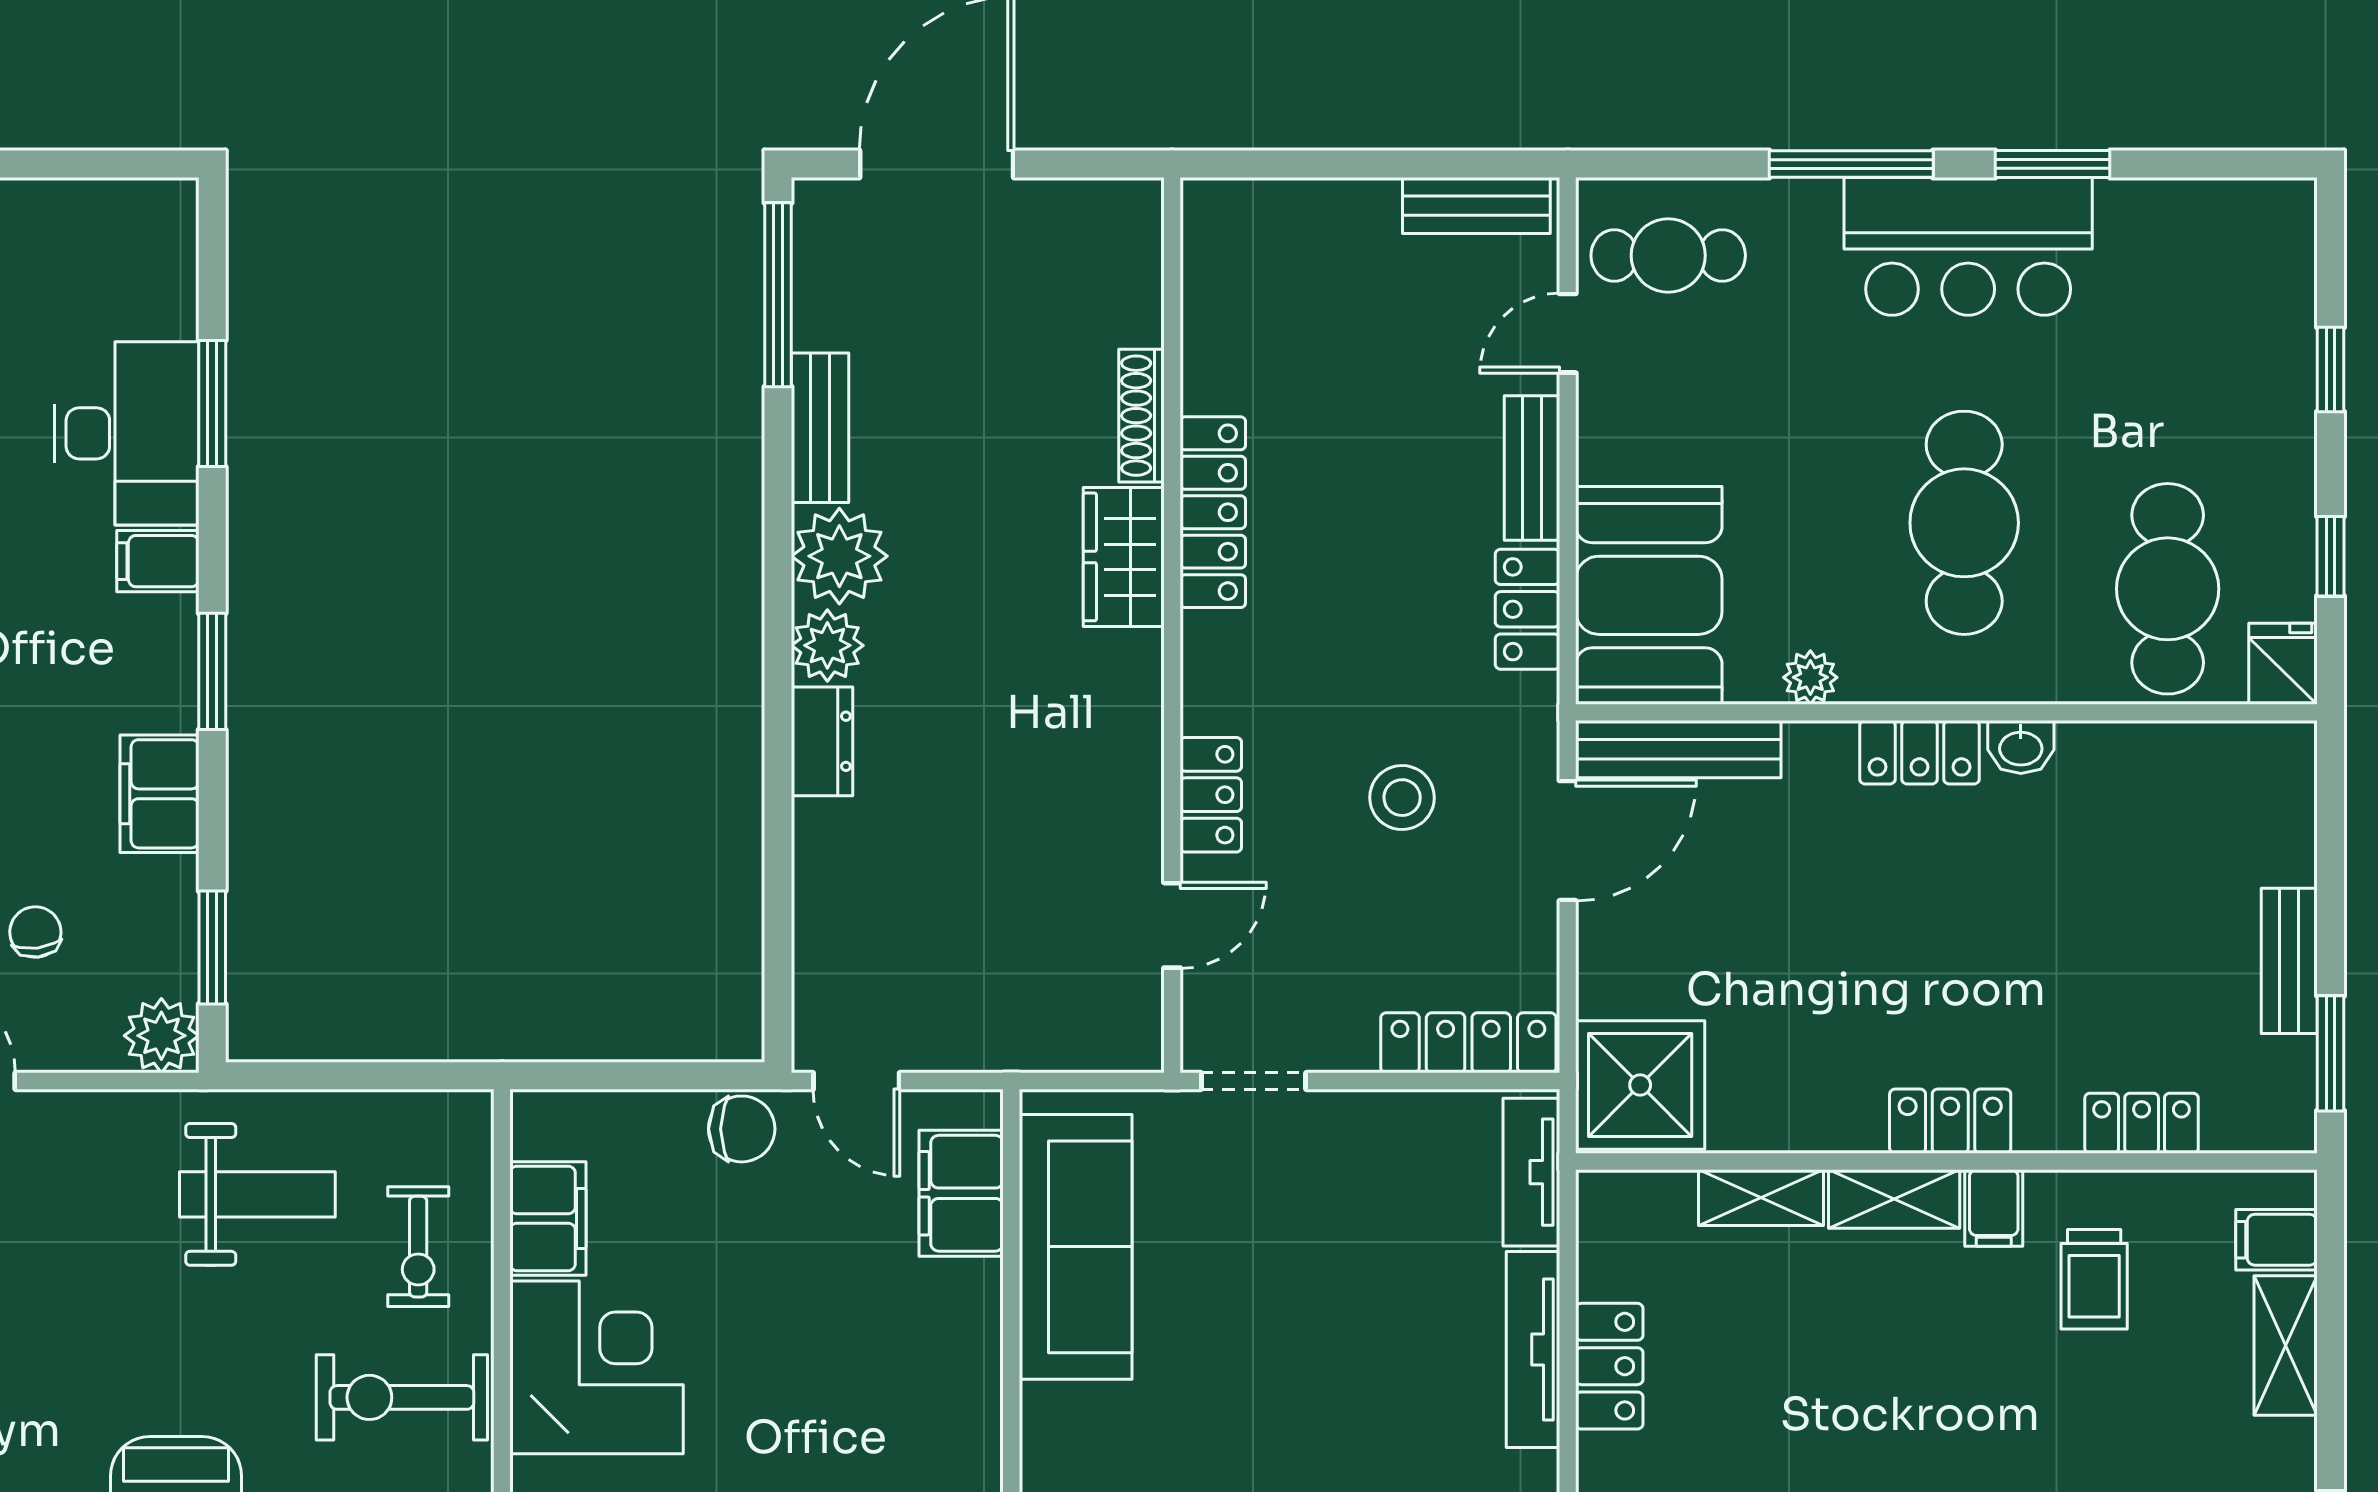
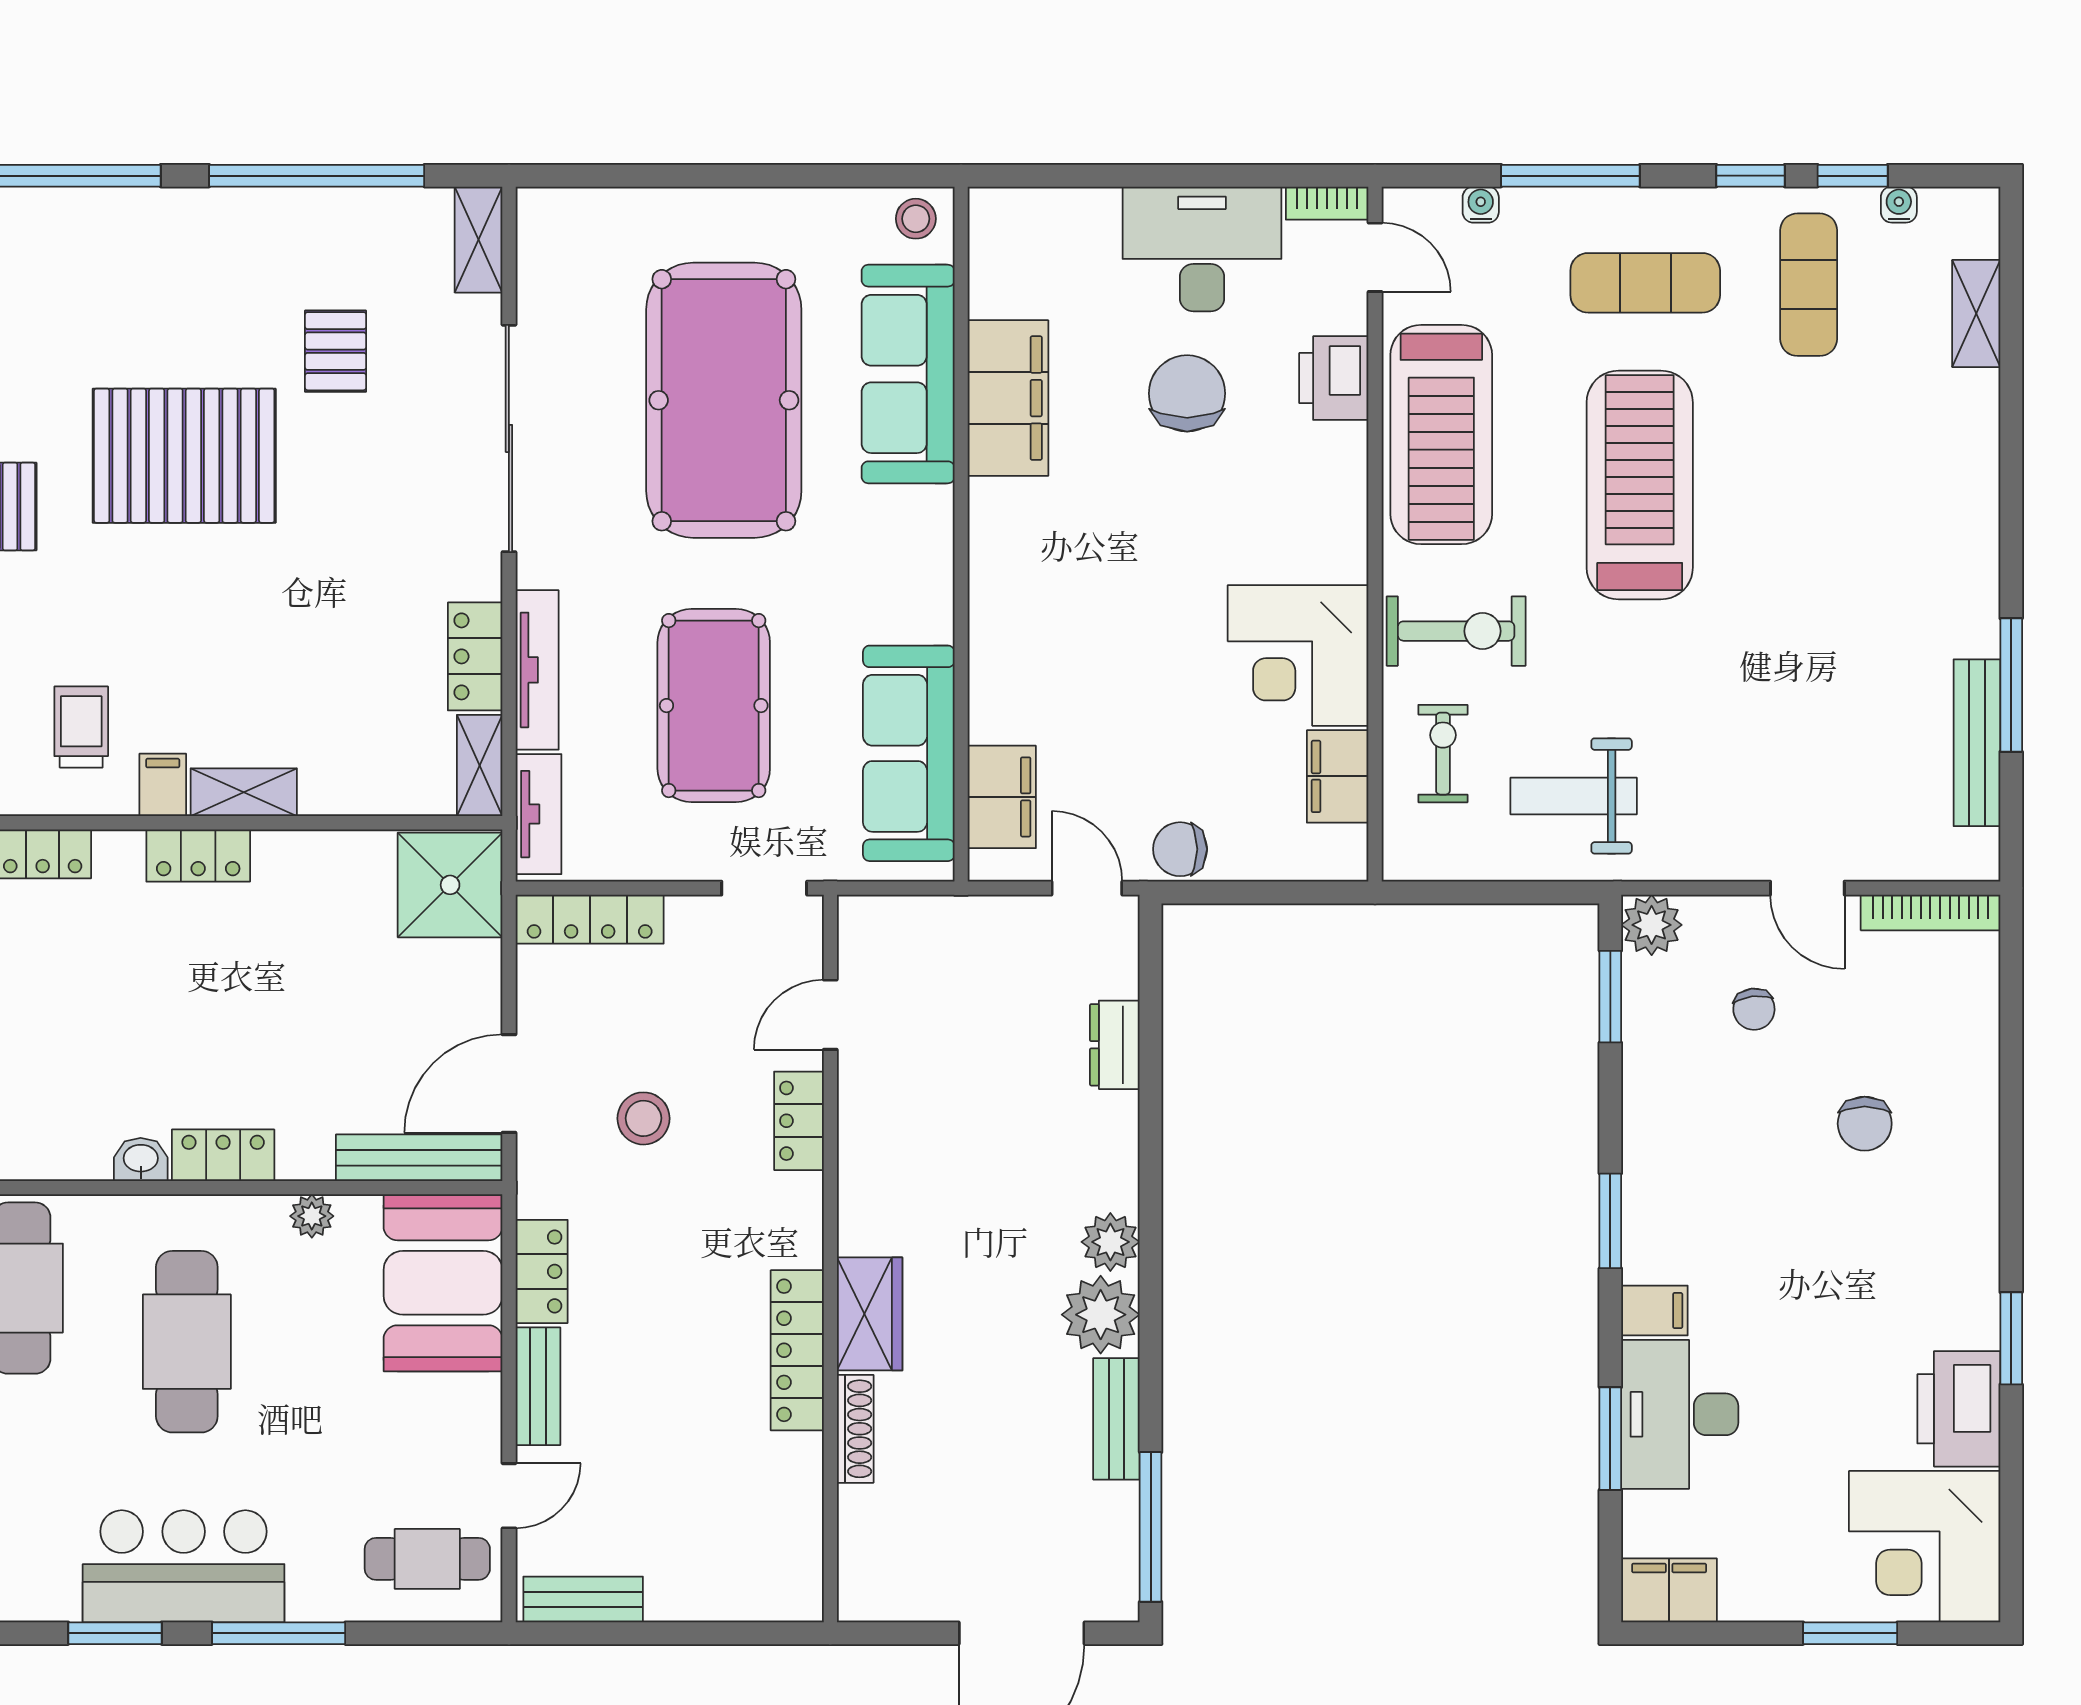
dresser: (822, 741) -> (1115, 1045), moved
filing cabinet: (160, 794) -> (1669, 1590), moved, turned -90
shelving: (1761, 1198) -> (480, 766), moved, turned 90
pool table: (1316, 1306) -> (714, 706), added

